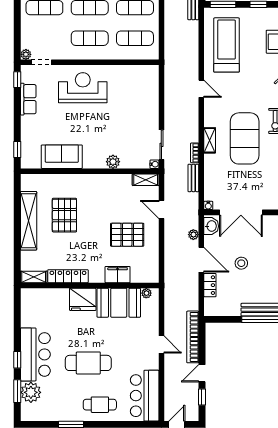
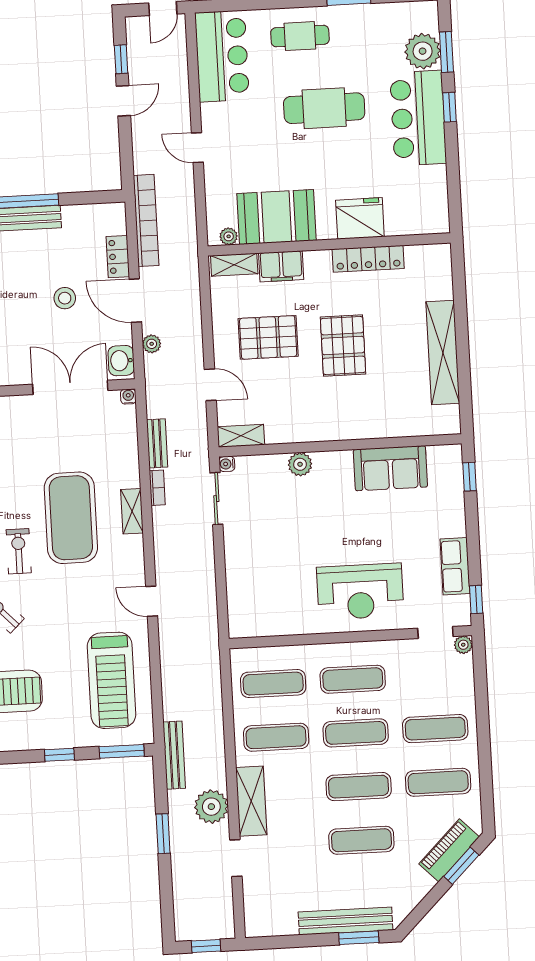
pallet: (64, 215) -> (343, 345), moved
shelving: (34, 277) -> (234, 265), moved
fridge: (83, 299) -> (360, 218), moved
bookcase: (193, 337) -> (146, 220), moved

